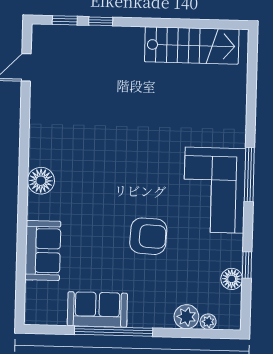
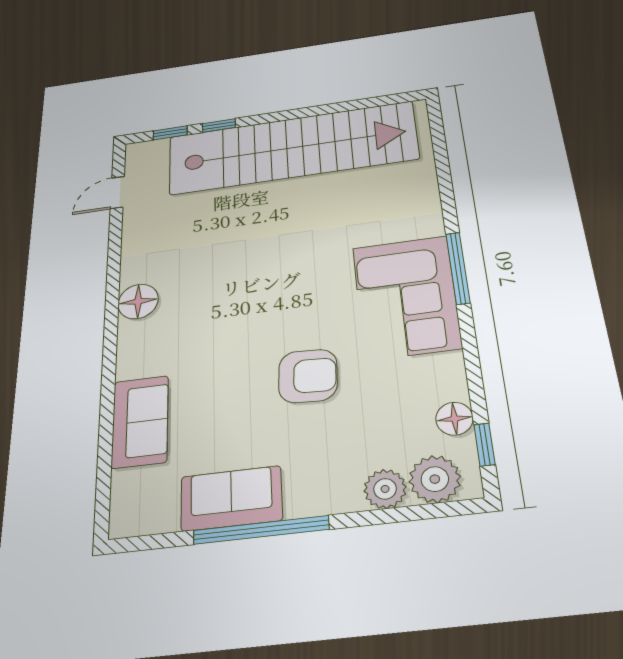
stairs: (192, 45) -> (292, 148), width x1.86, depth x1.51
floor lamp: (41, 181) -> (138, 301), moved
window: (247, 265) -> (484, 445), moved
plant: (208, 322) -> (435, 479), width x1.88, depth x1.88

